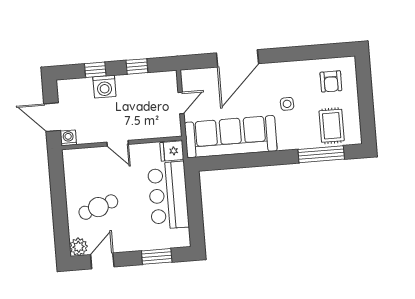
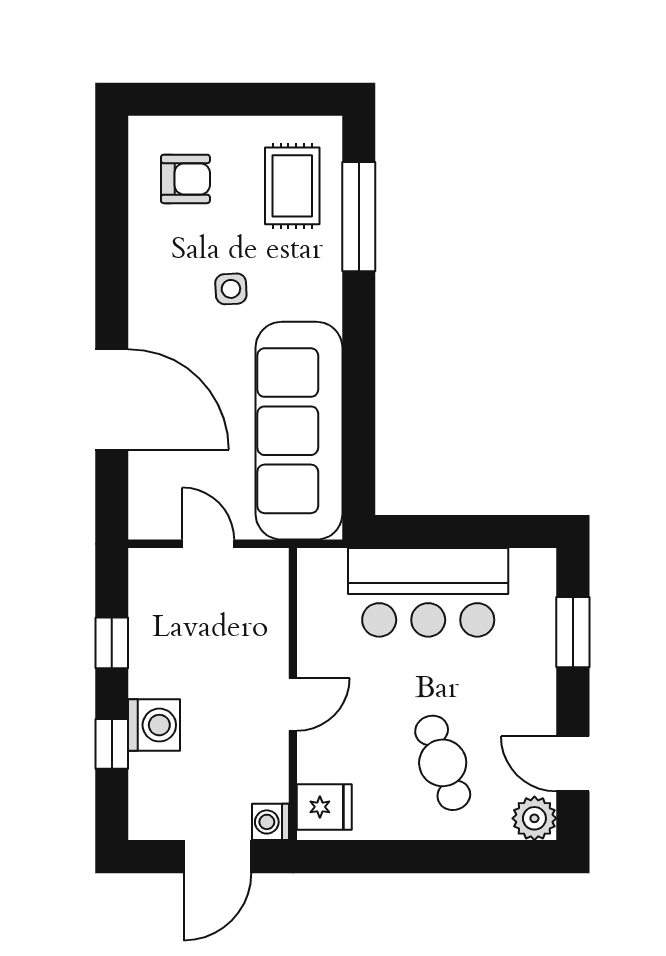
rug: (332, 126) -> (292, 186), turned 90
fridge: (172, 151) -> (324, 807), moved, turned -90

